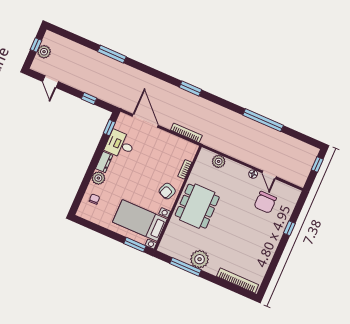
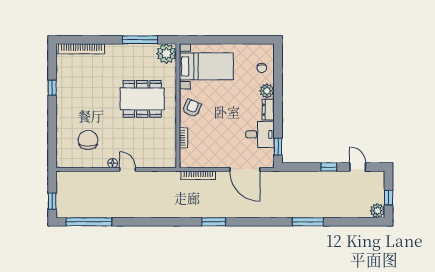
plant: (44, 52) -> (377, 211), moved
window: (89, 98) -> (329, 167), moved
window: (263, 120) -> (89, 222), moved
plant: (219, 161) -> (153, 161), removed
door: (269, 175) -> (128, 169), moved
dining table: (197, 206) -> (142, 99), moved, turned 90
window: (289, 228) -> (52, 88), moved
window: (135, 245) -> (201, 40), removed
plant: (200, 259) -> (166, 54), moved

